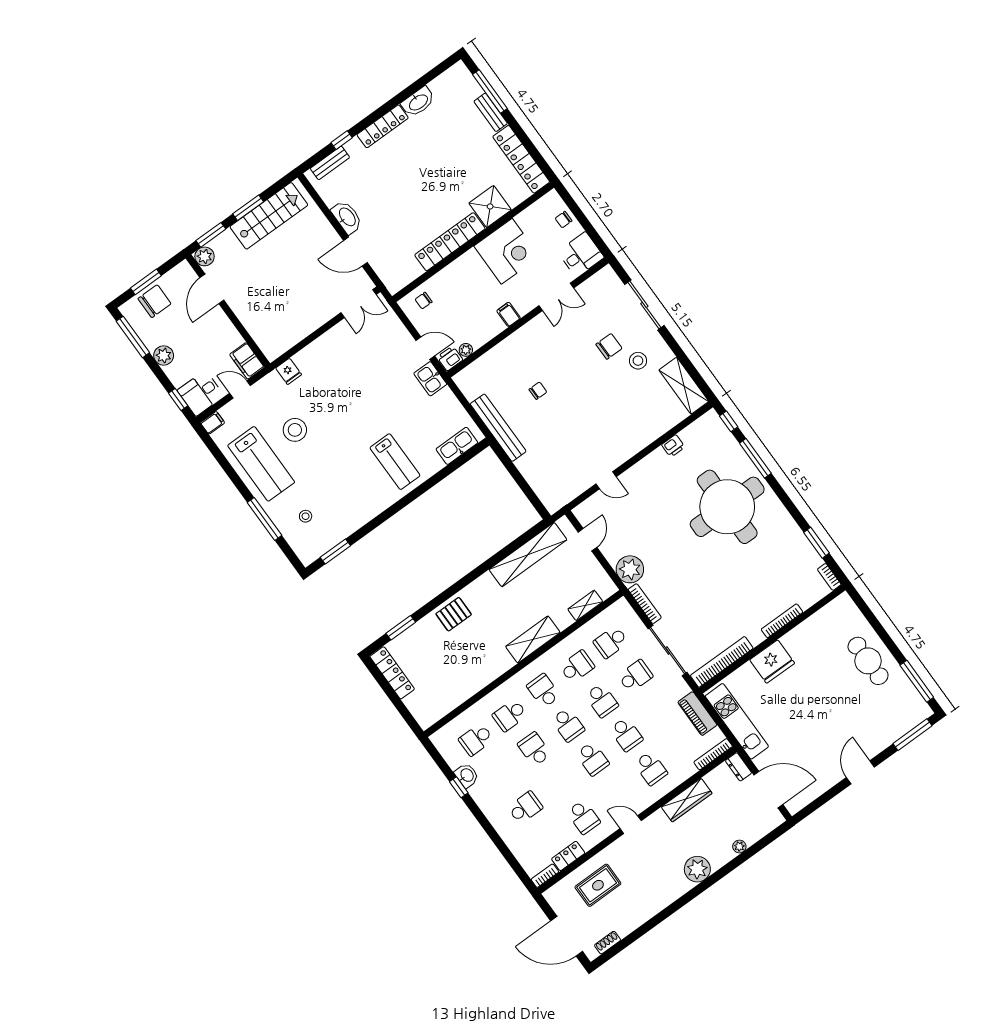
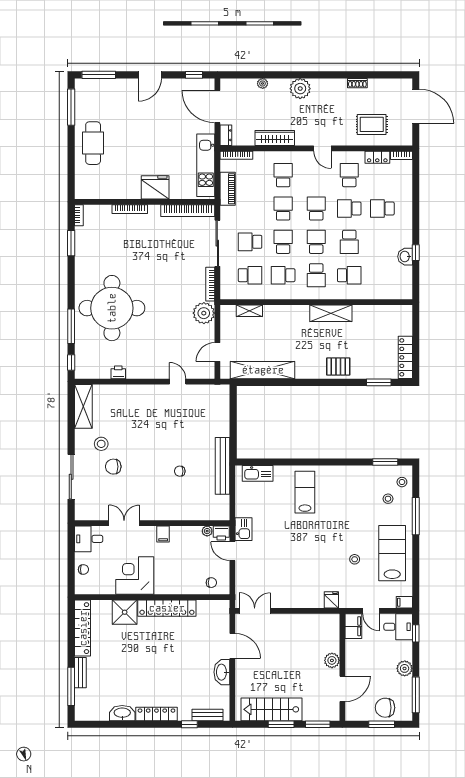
plant: (205, 256) -> (332, 660), moved
stool: (295, 430) -> (355, 559), width x0.53, depth x0.53
stool: (304, 543) -> (402, 482), added
shelving: (533, 640) -> (331, 313), moved
school desk: (476, 740) -> (349, 208), moved, turned 180
window: (815, 805) -> (194, 75), added
shoe rack: (608, 943) -> (357, 83), moved

